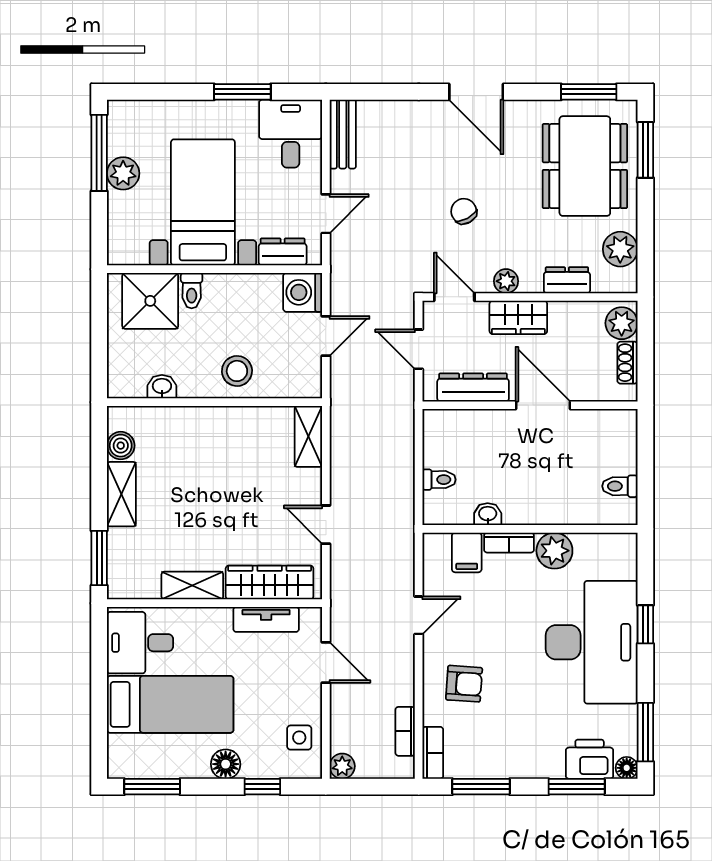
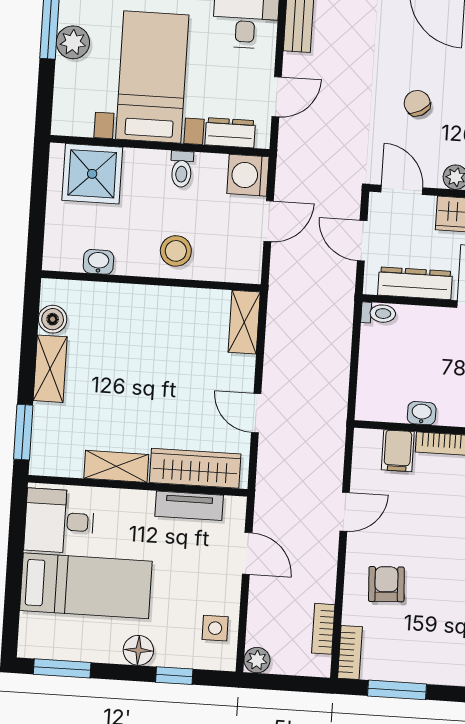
toilet: (192, 291) -> (182, 169), moved
toilet: (439, 480) -> (378, 313), moved
armchair: (464, 684) -> (386, 584), turned -97

